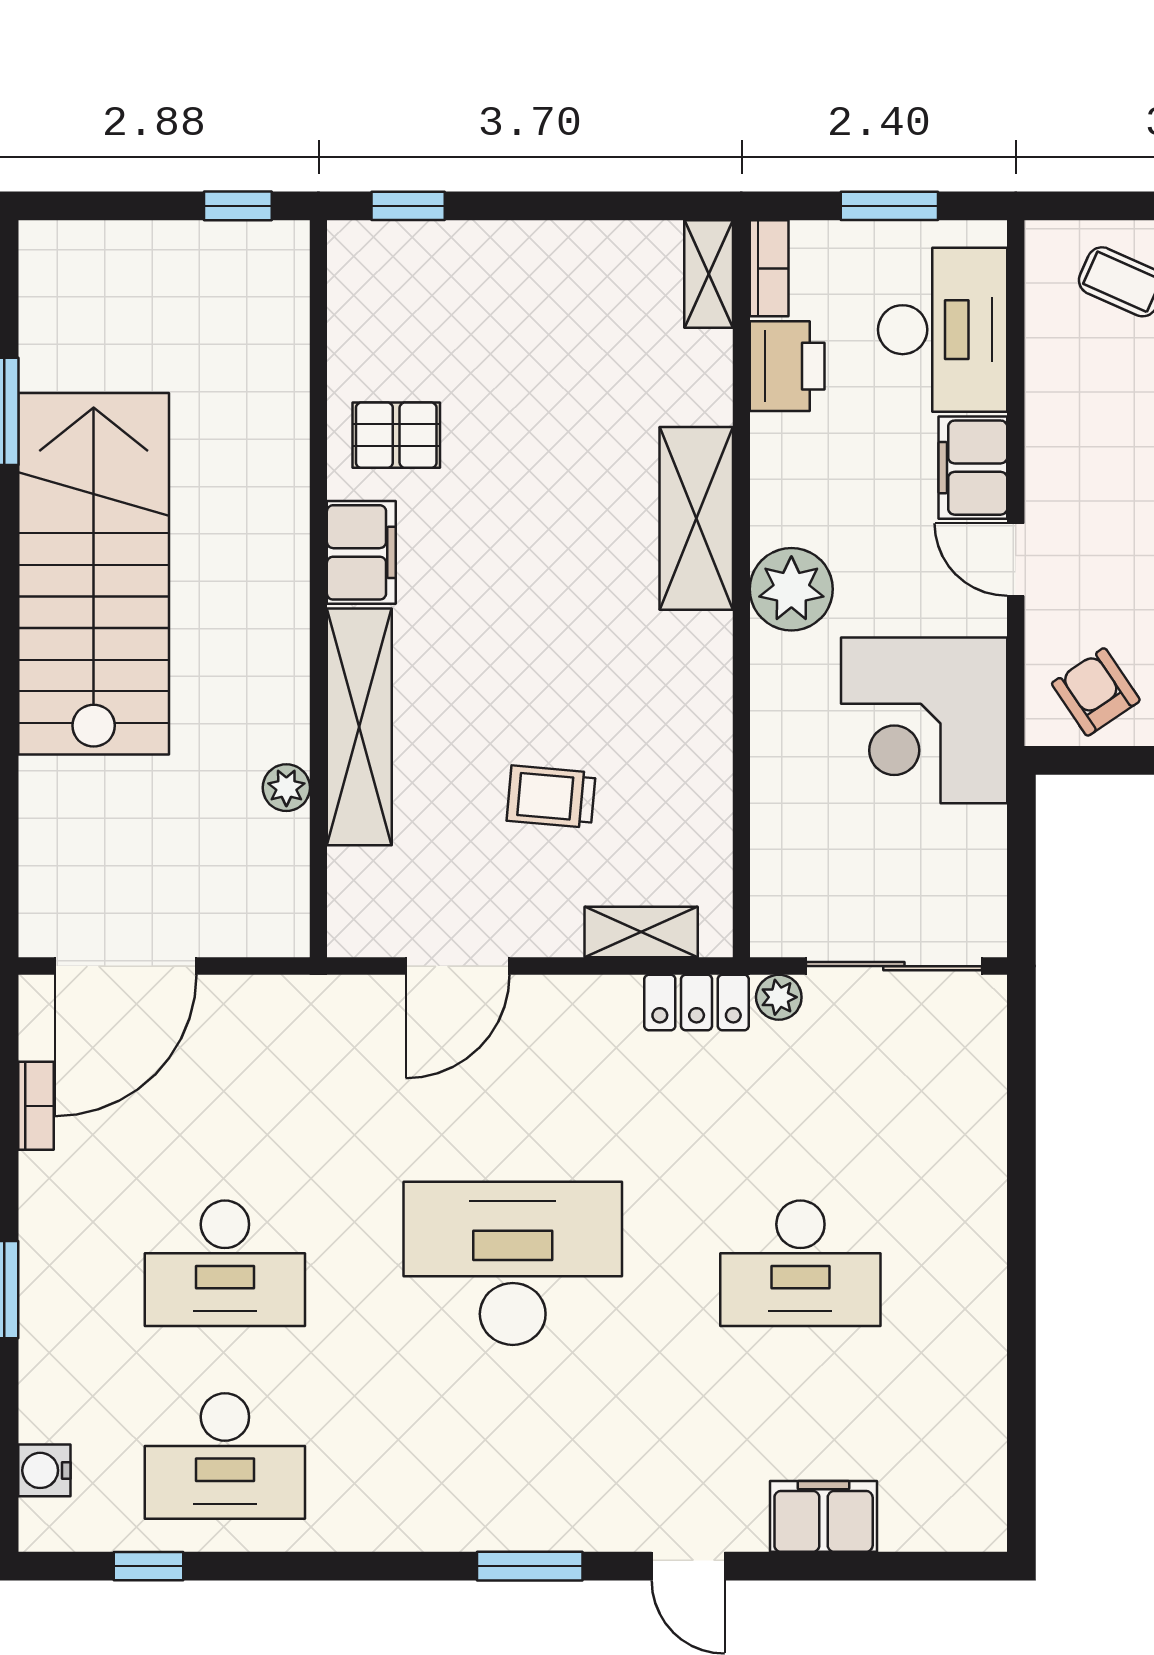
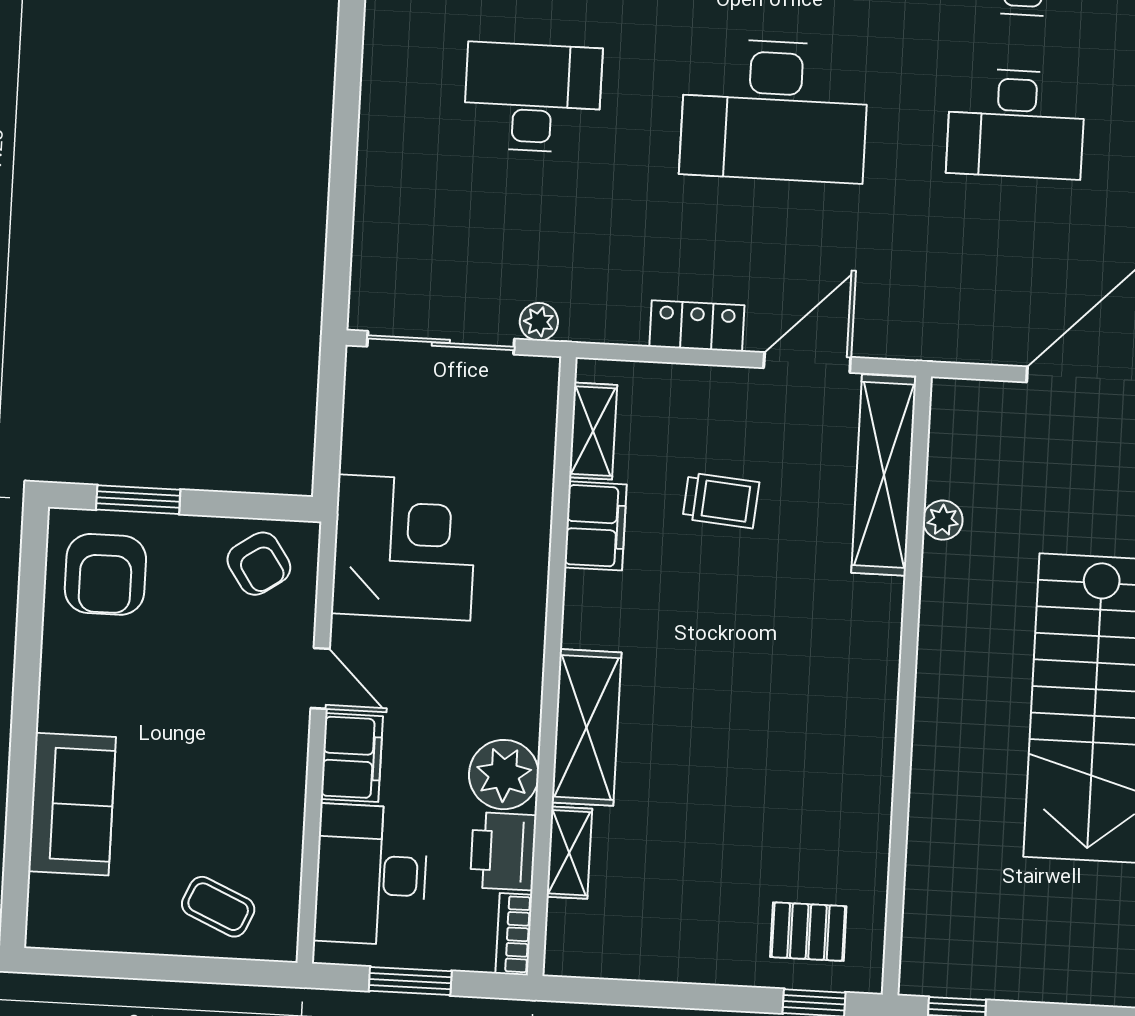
shelving: (709, 274) -> (569, 853), moved
pallet: (396, 435) -> (808, 932), moved
filing cabinet: (361, 552) -> (595, 526), moved, turned 180
plant: (791, 589) -> (504, 775), moved
shelving: (359, 727) -> (884, 475), moved
shelving: (641, 932) -> (593, 431), moved, turned 90
locker: (697, 1002) -> (697, 326), moved
desk: (225, 1263) -> (1016, 124), turned 180

